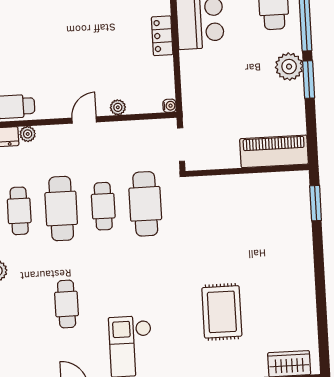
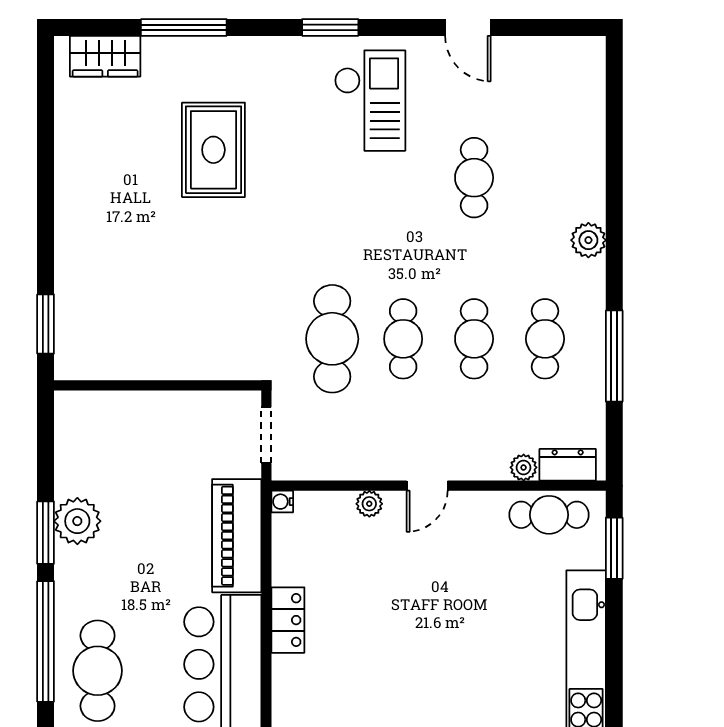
plant: (289, 67) -> (77, 521), moved
piano: (274, 151) -> (237, 536), moved, turned 90
cafe table: (61, 209) -> (474, 339), width x0.73, depth x0.74

